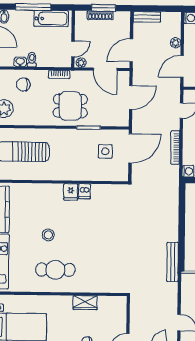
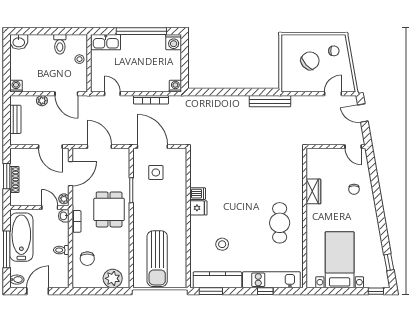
bench: (147, 17) -> (15, 119), moved
bathtub: (51, 18) -> (21, 237), width x1.36, depth x1.36
washbasin: (20, 62) -> (64, 216), moved
stool: (48, 235) -> (222, 244), moved

